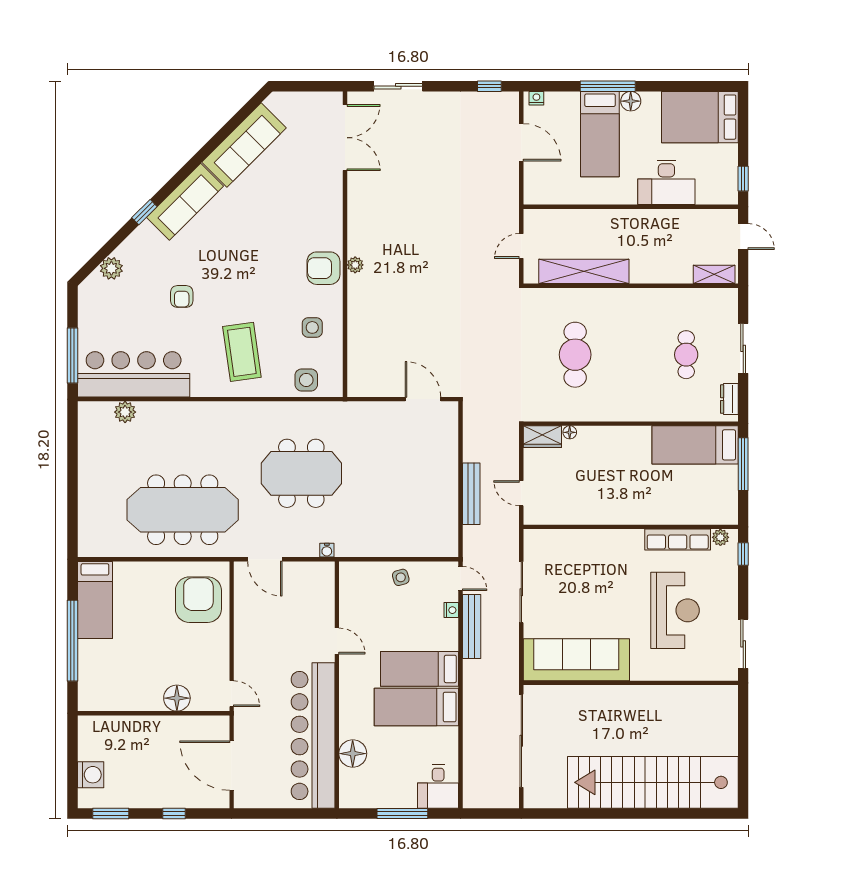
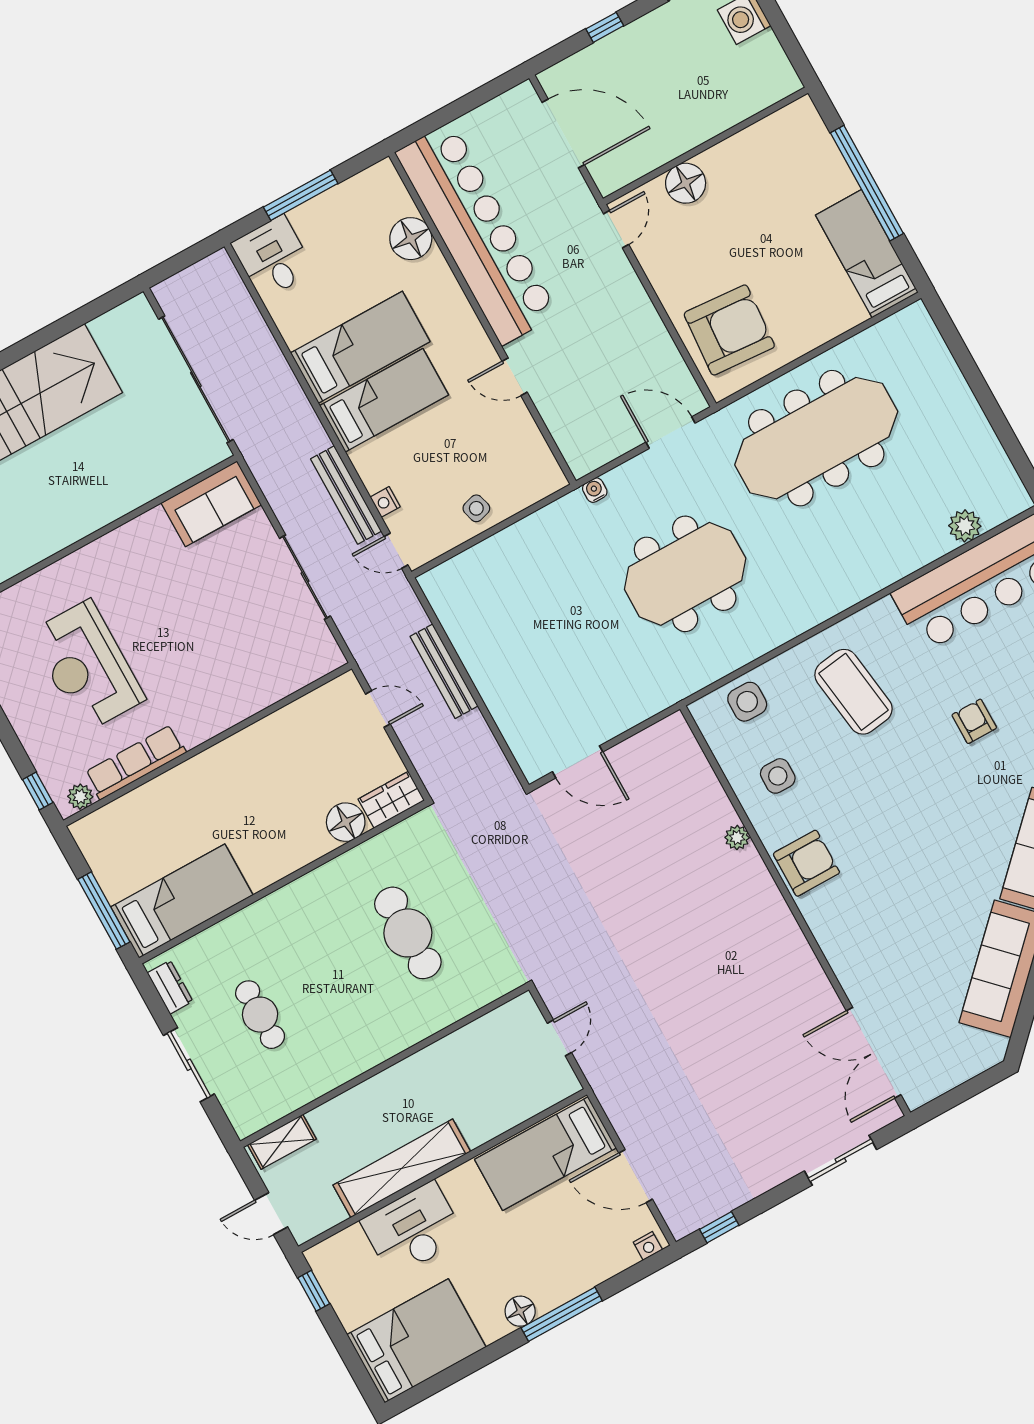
bed: (600, 134) -> (545, 1154), moved, turned -90
plant: (355, 265) -> (737, 838), moved
shelving: (584, 271) -> (402, 1168), moved
floor lamp: (570, 432) -> (346, 822), width x1.89, depth x1.89
armchair: (198, 600) -> (729, 330), turned -86
sofa: (576, 660) -> (211, 504), width x0.54, depth x0.79
door: (232, 694) -> (616, 229), swing flipped

